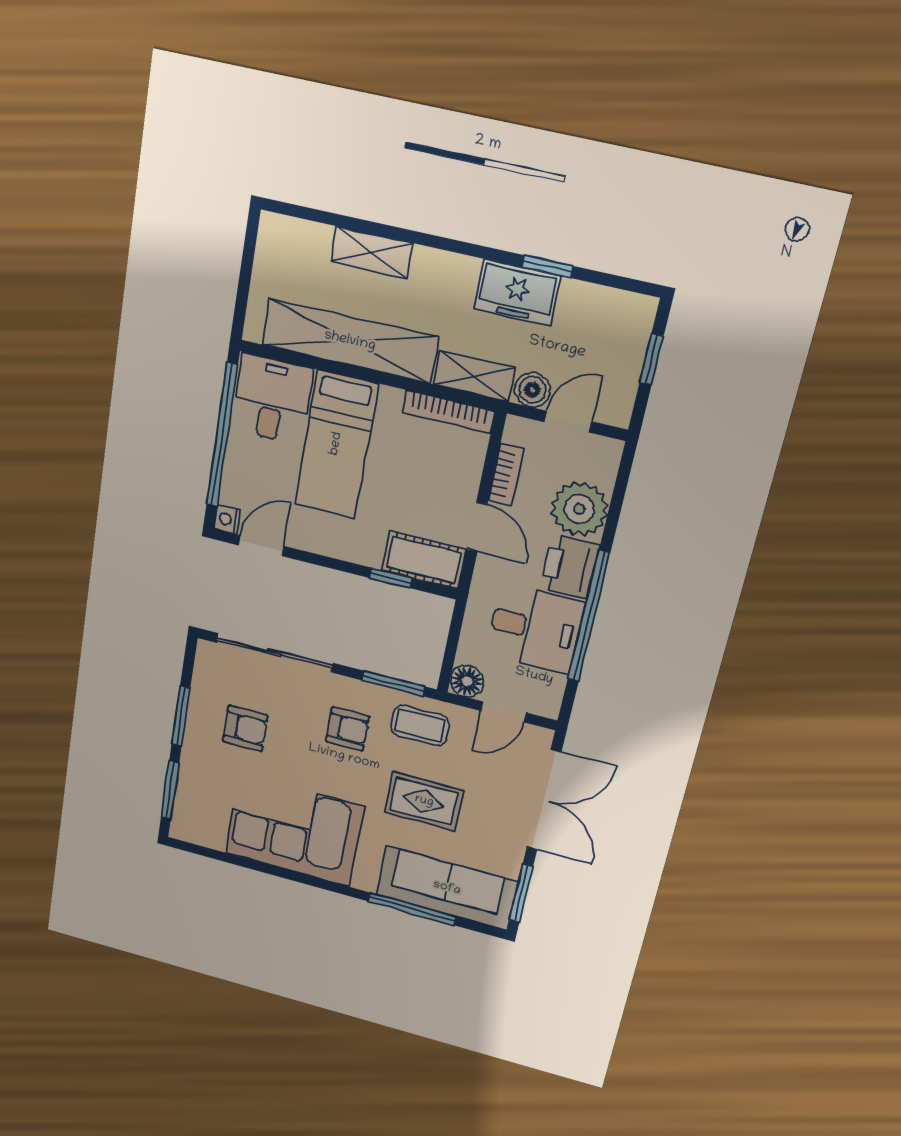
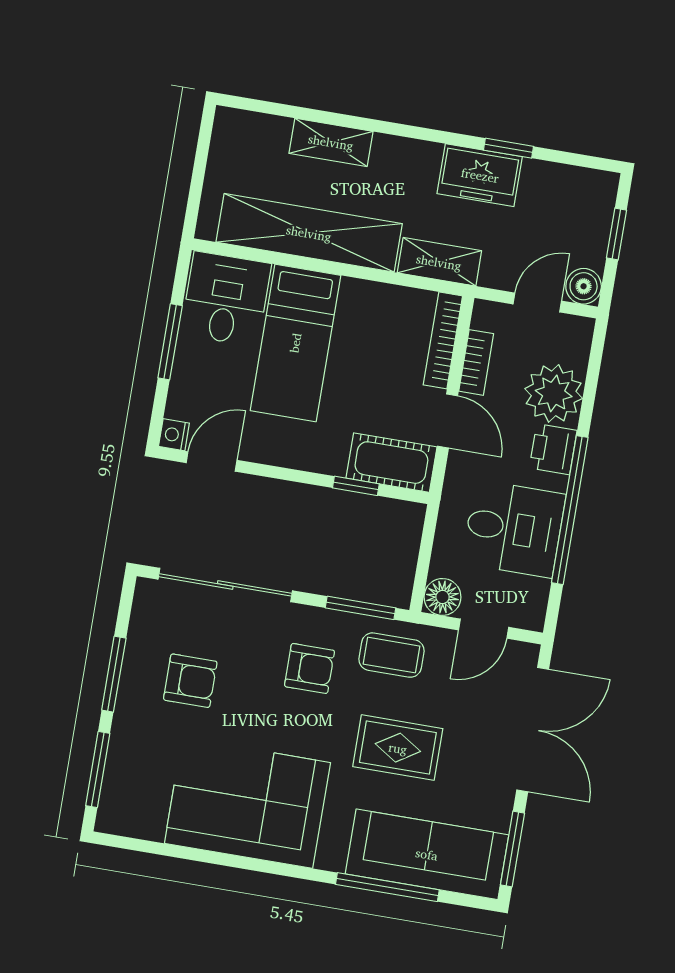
boiler: (532, 390) -> (584, 286), moved
bookcase: (449, 412) -> (443, 340), moved, turned 90
window: (222, 435) -> (170, 342), width x0.47
printer: (570, 567) -> (553, 449), width x0.73, depth x0.81

